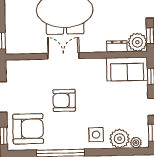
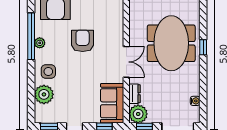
double door: (63, 56) -> (126, 62), moved
plant: (136, 143) -> (40, 43), moved

